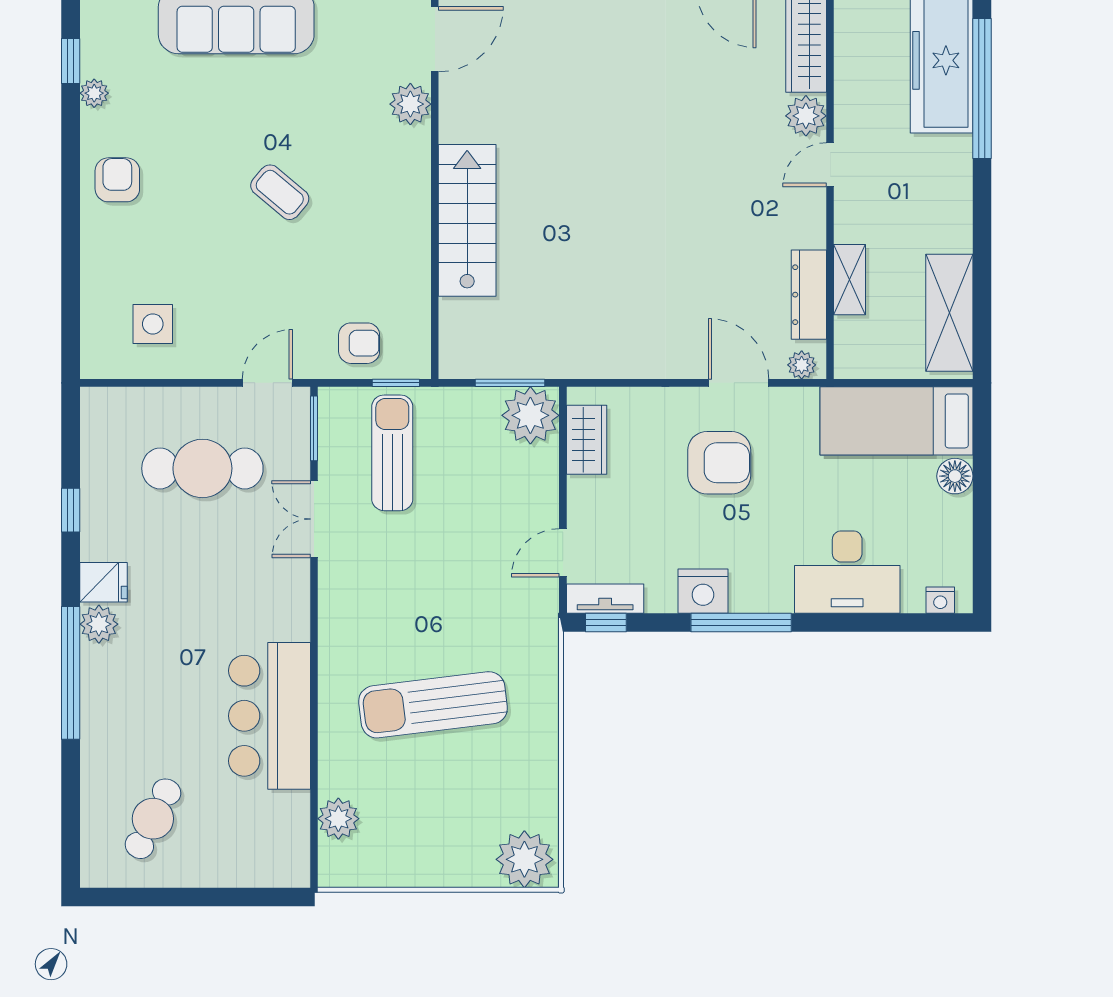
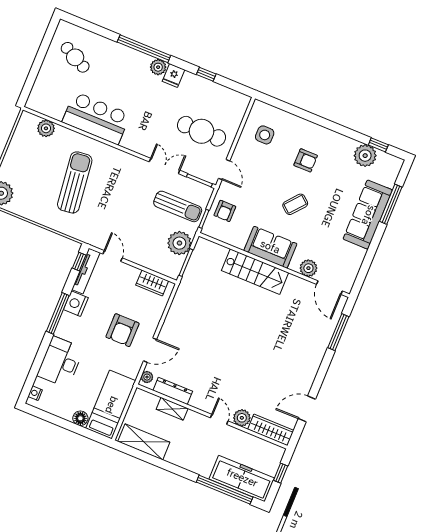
plant: (94, 93) -> (365, 156), width x1.88, depth x1.88
armchair: (117, 180) -> (306, 160), moved
sofa: (398, 208) -> (270, 247), added
plant: (530, 415) -> (179, 243), moved
cafe table: (202, 468) -> (202, 131), turned 90
tv unit: (605, 599) -> (86, 271), width x1.41

